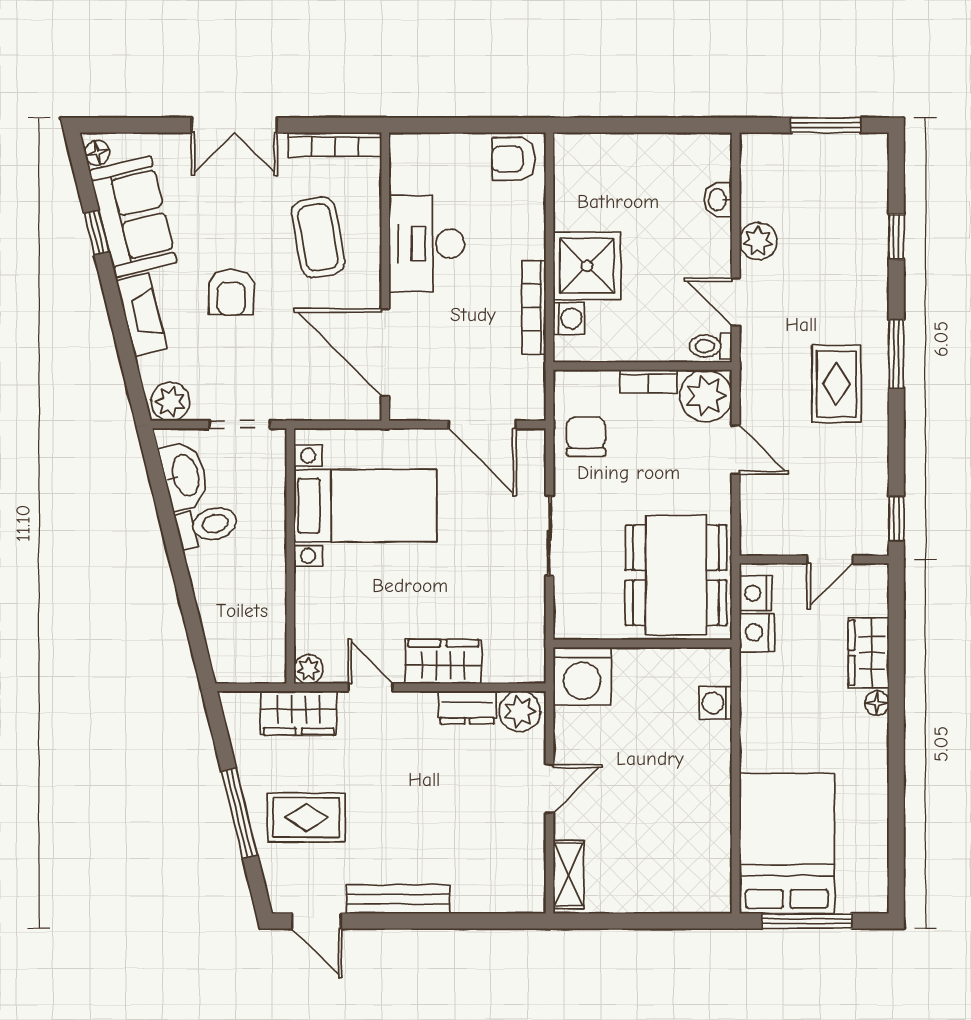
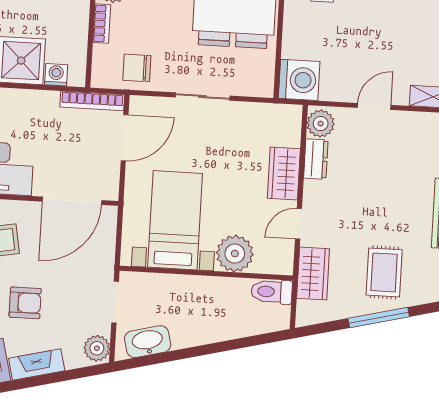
bookcase: (534, 307) -> (92, 101), moved
toilet: (207, 525) -> (272, 292), moved, turned -76
plant: (309, 669) -> (235, 254), moved, width x1.88, depth x1.88
door: (549, 789) -> (374, 106), hinge flipped

